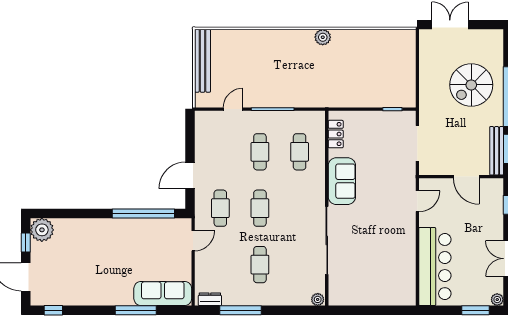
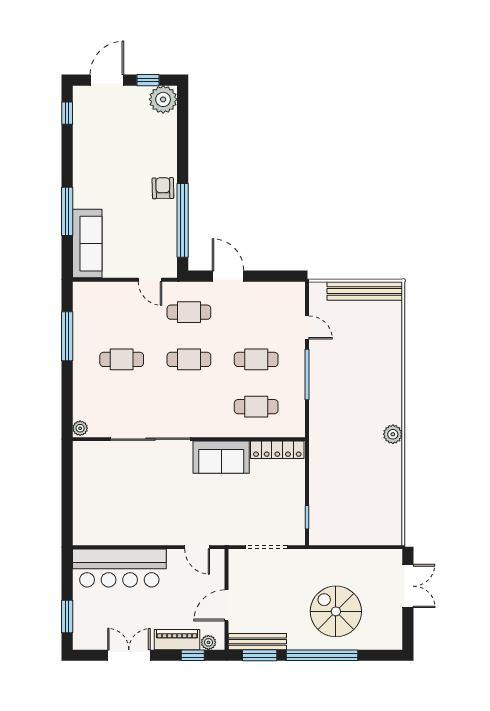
locker: (336, 134) -> (277, 450), width x1.53
piano: (495, 218) -> (177, 640), added
armchair: (116, 230) -> (163, 188), added
dresser: (210, 299) -> (80, 300), removed
plant: (497, 300) -> (208, 642), moved

